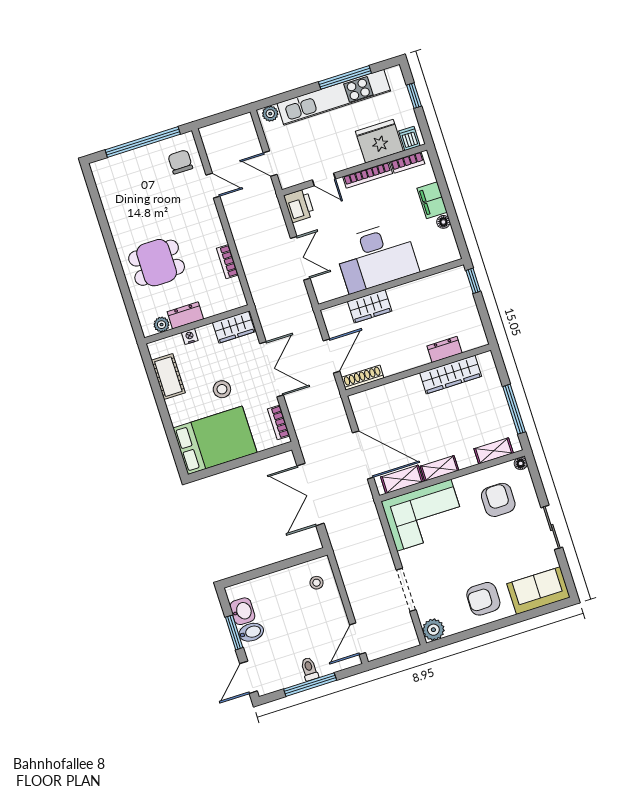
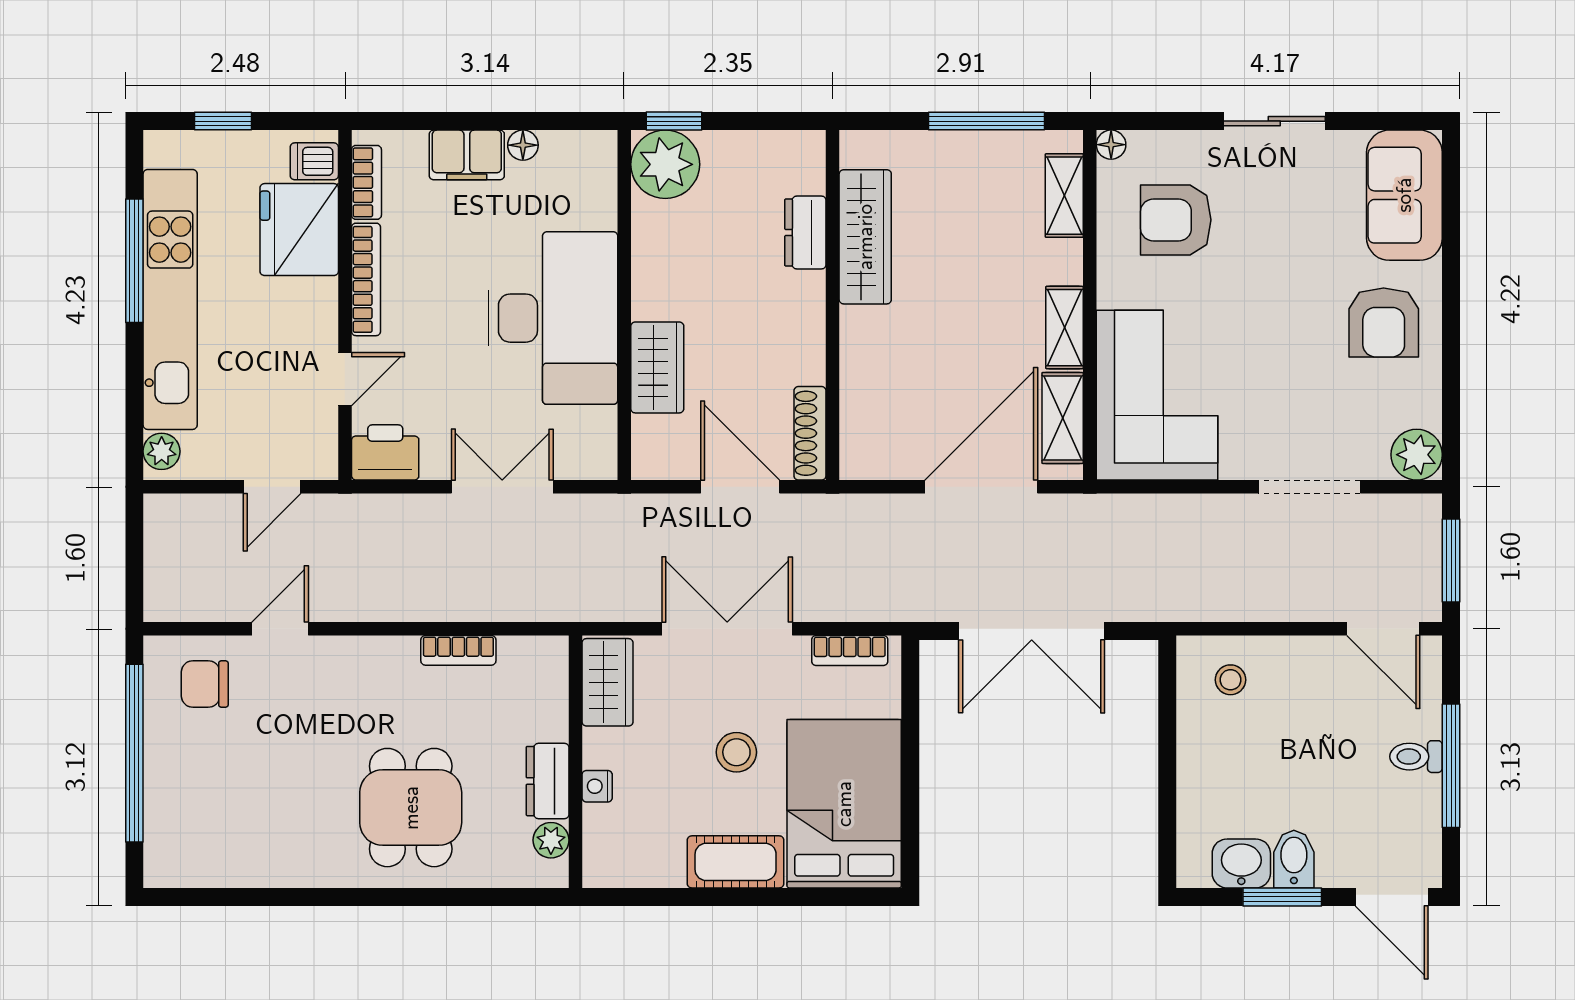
plant: (454, 283) -> (665, 164), added
cot: (168, 377) -> (736, 862), moved
window: (394, 658) -> (1451, 561), added

